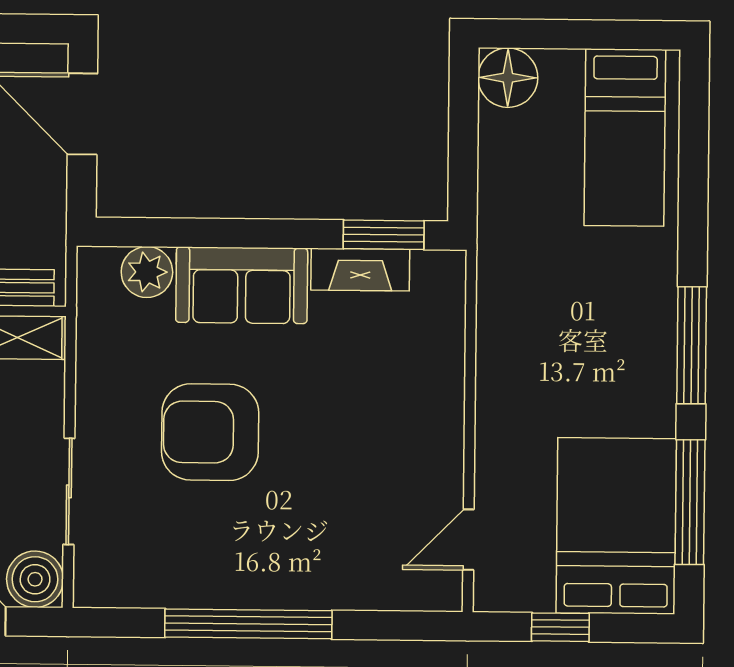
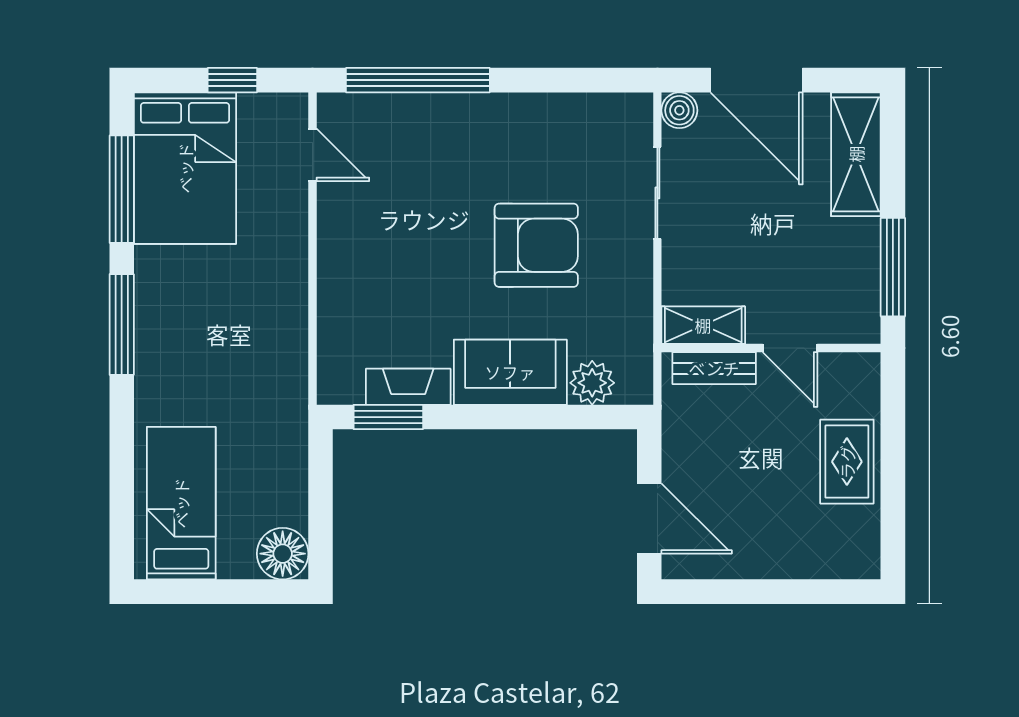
door: (468, 540) -> (312, 155), hinge flipped
boiler: (35, 579) -> (679, 110), width x0.73, depth x0.73
window: (248, 624) -> (418, 80), moved

